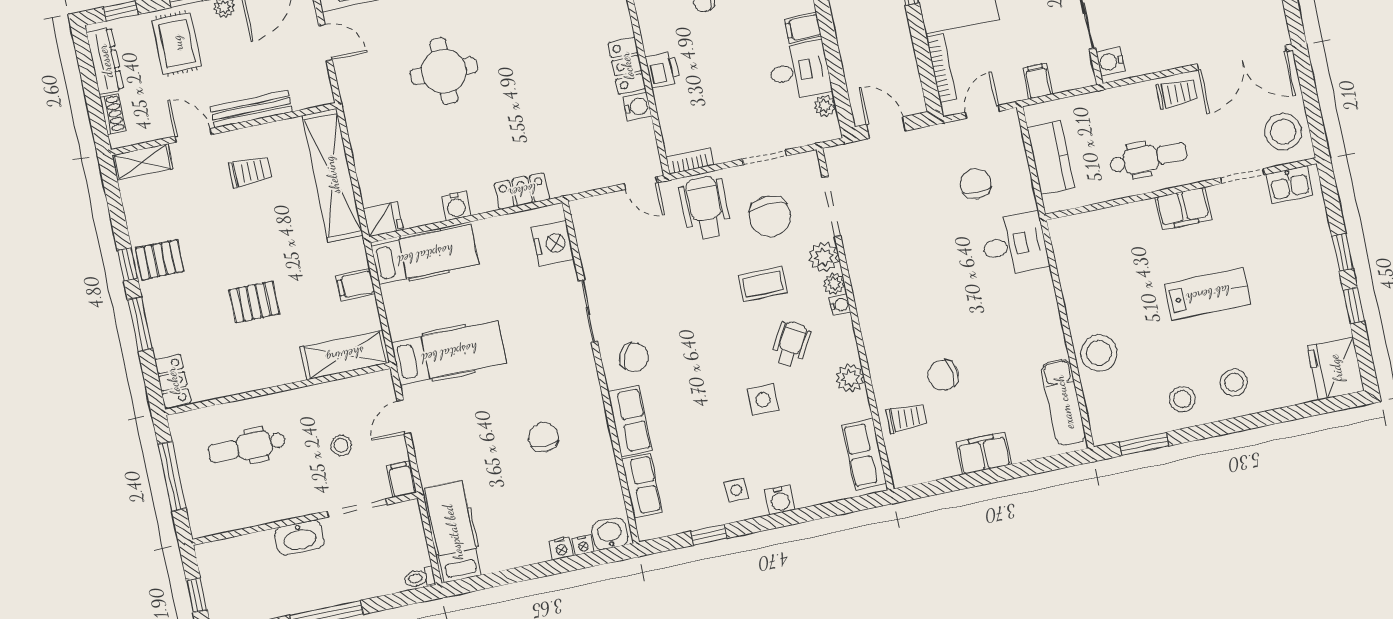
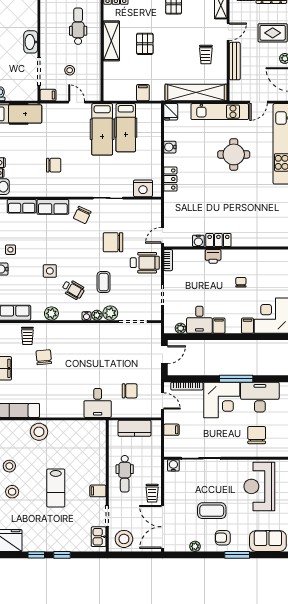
kitchen unit: (362, 118) -> (220, 112), added
filing cabinet: (1183, 208) -> (98, 491), width x0.50
chair: (770, 216) -> (113, 242), moved
hospital bed: (425, 255) -> (126, 128), moved
shelving: (345, 355) -> (111, 41), moved

